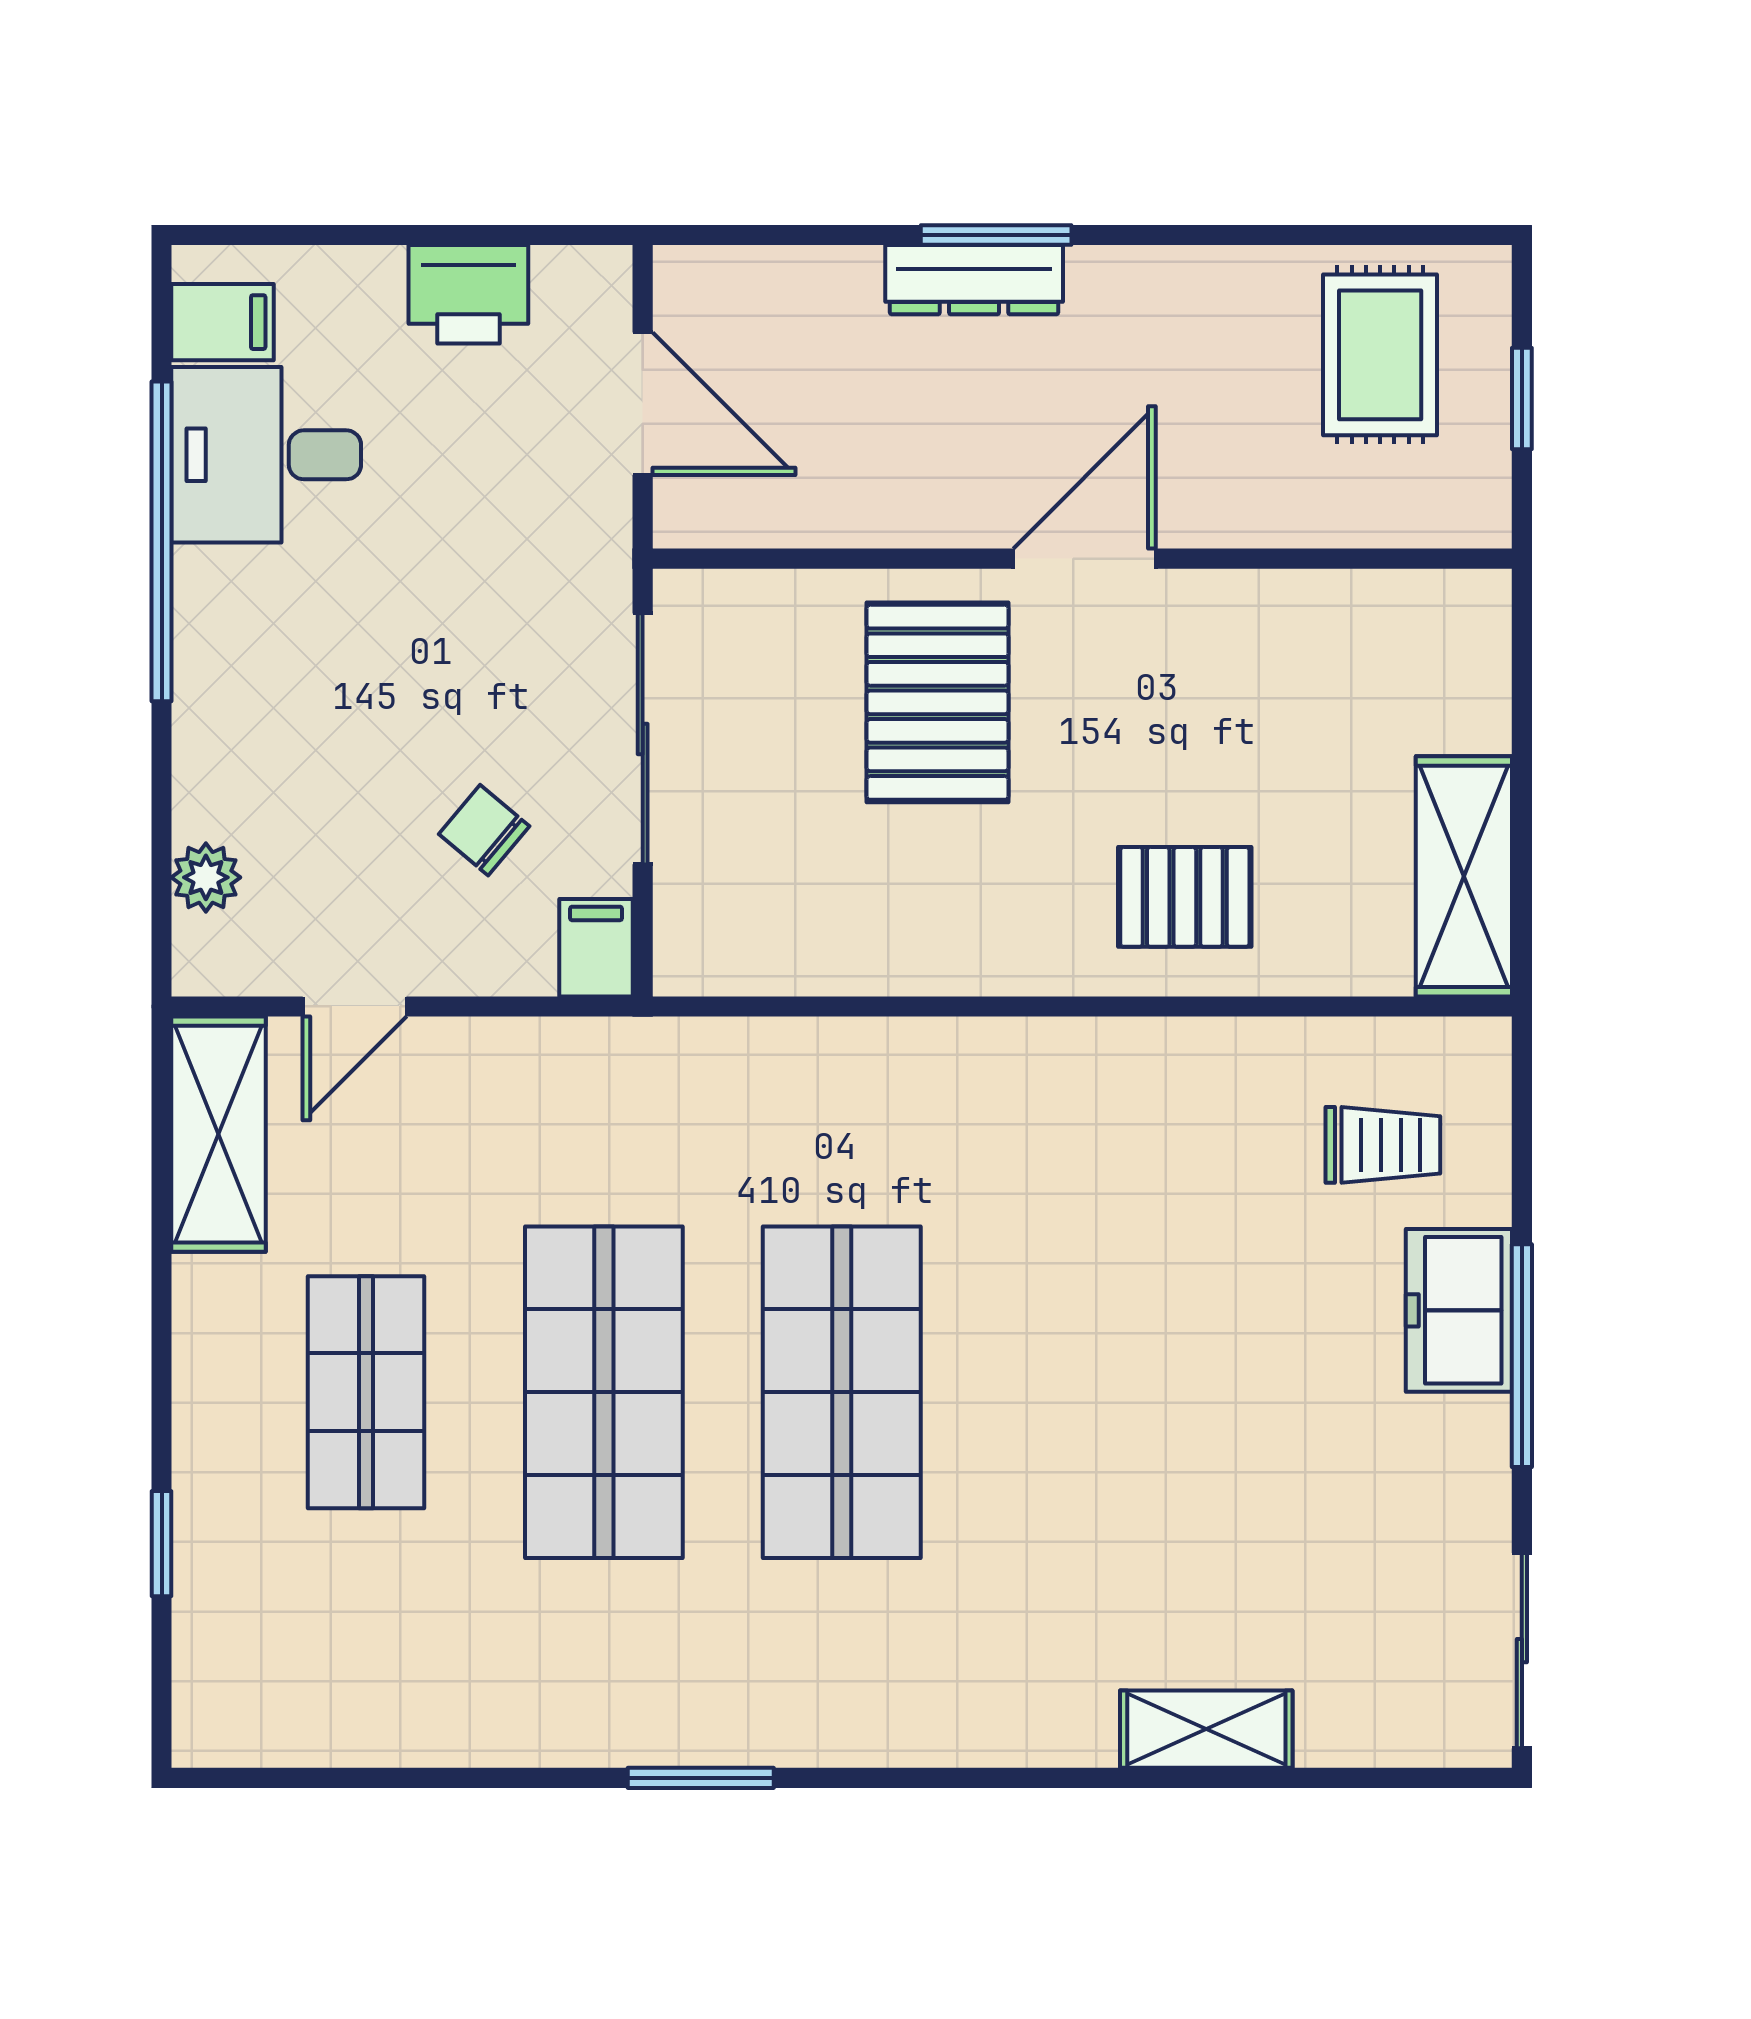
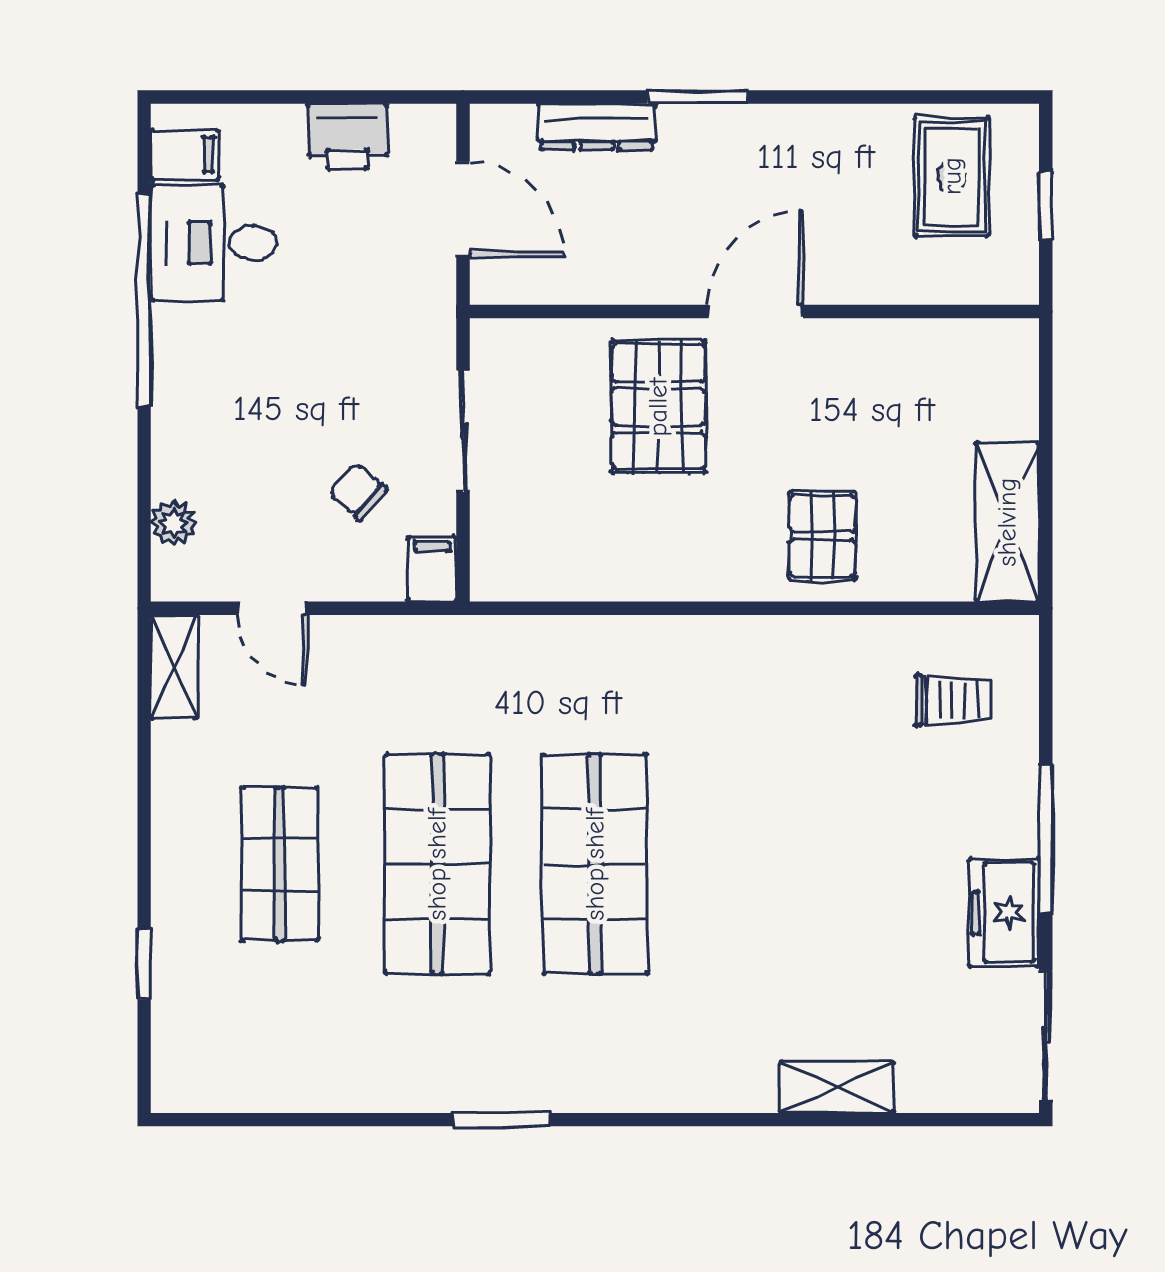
dresser: (974, 280) -> (597, 127), moved
sliding door: (643, 739) -> (463, 431), width x0.73
pallet: (1185, 897) -> (822, 536), turned 90
door: (355, 1006) -> (272, 608), hinge flipped
shelving: (219, 1134) -> (174, 667), width x0.67, depth x0.75
freezer: (1459, 1310) -> (1004, 912), moved

